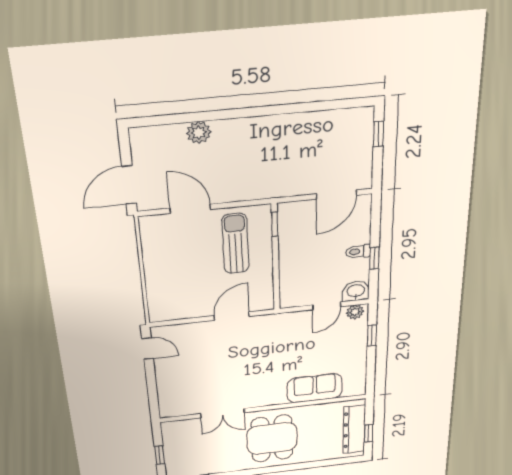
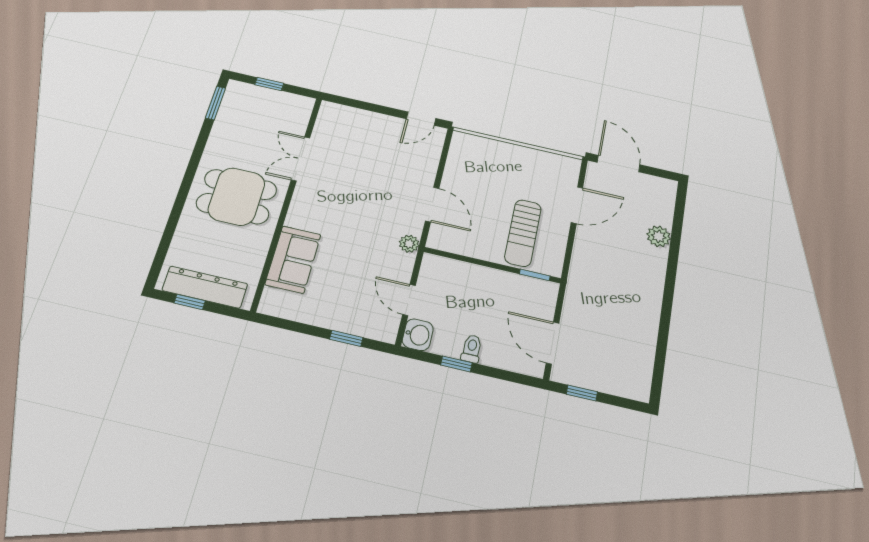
window: (378, 134) -> (582, 393), moved
sun lounger: (235, 244) -> (523, 233), turned 90
plant: (355, 312) -> (409, 244), moved

